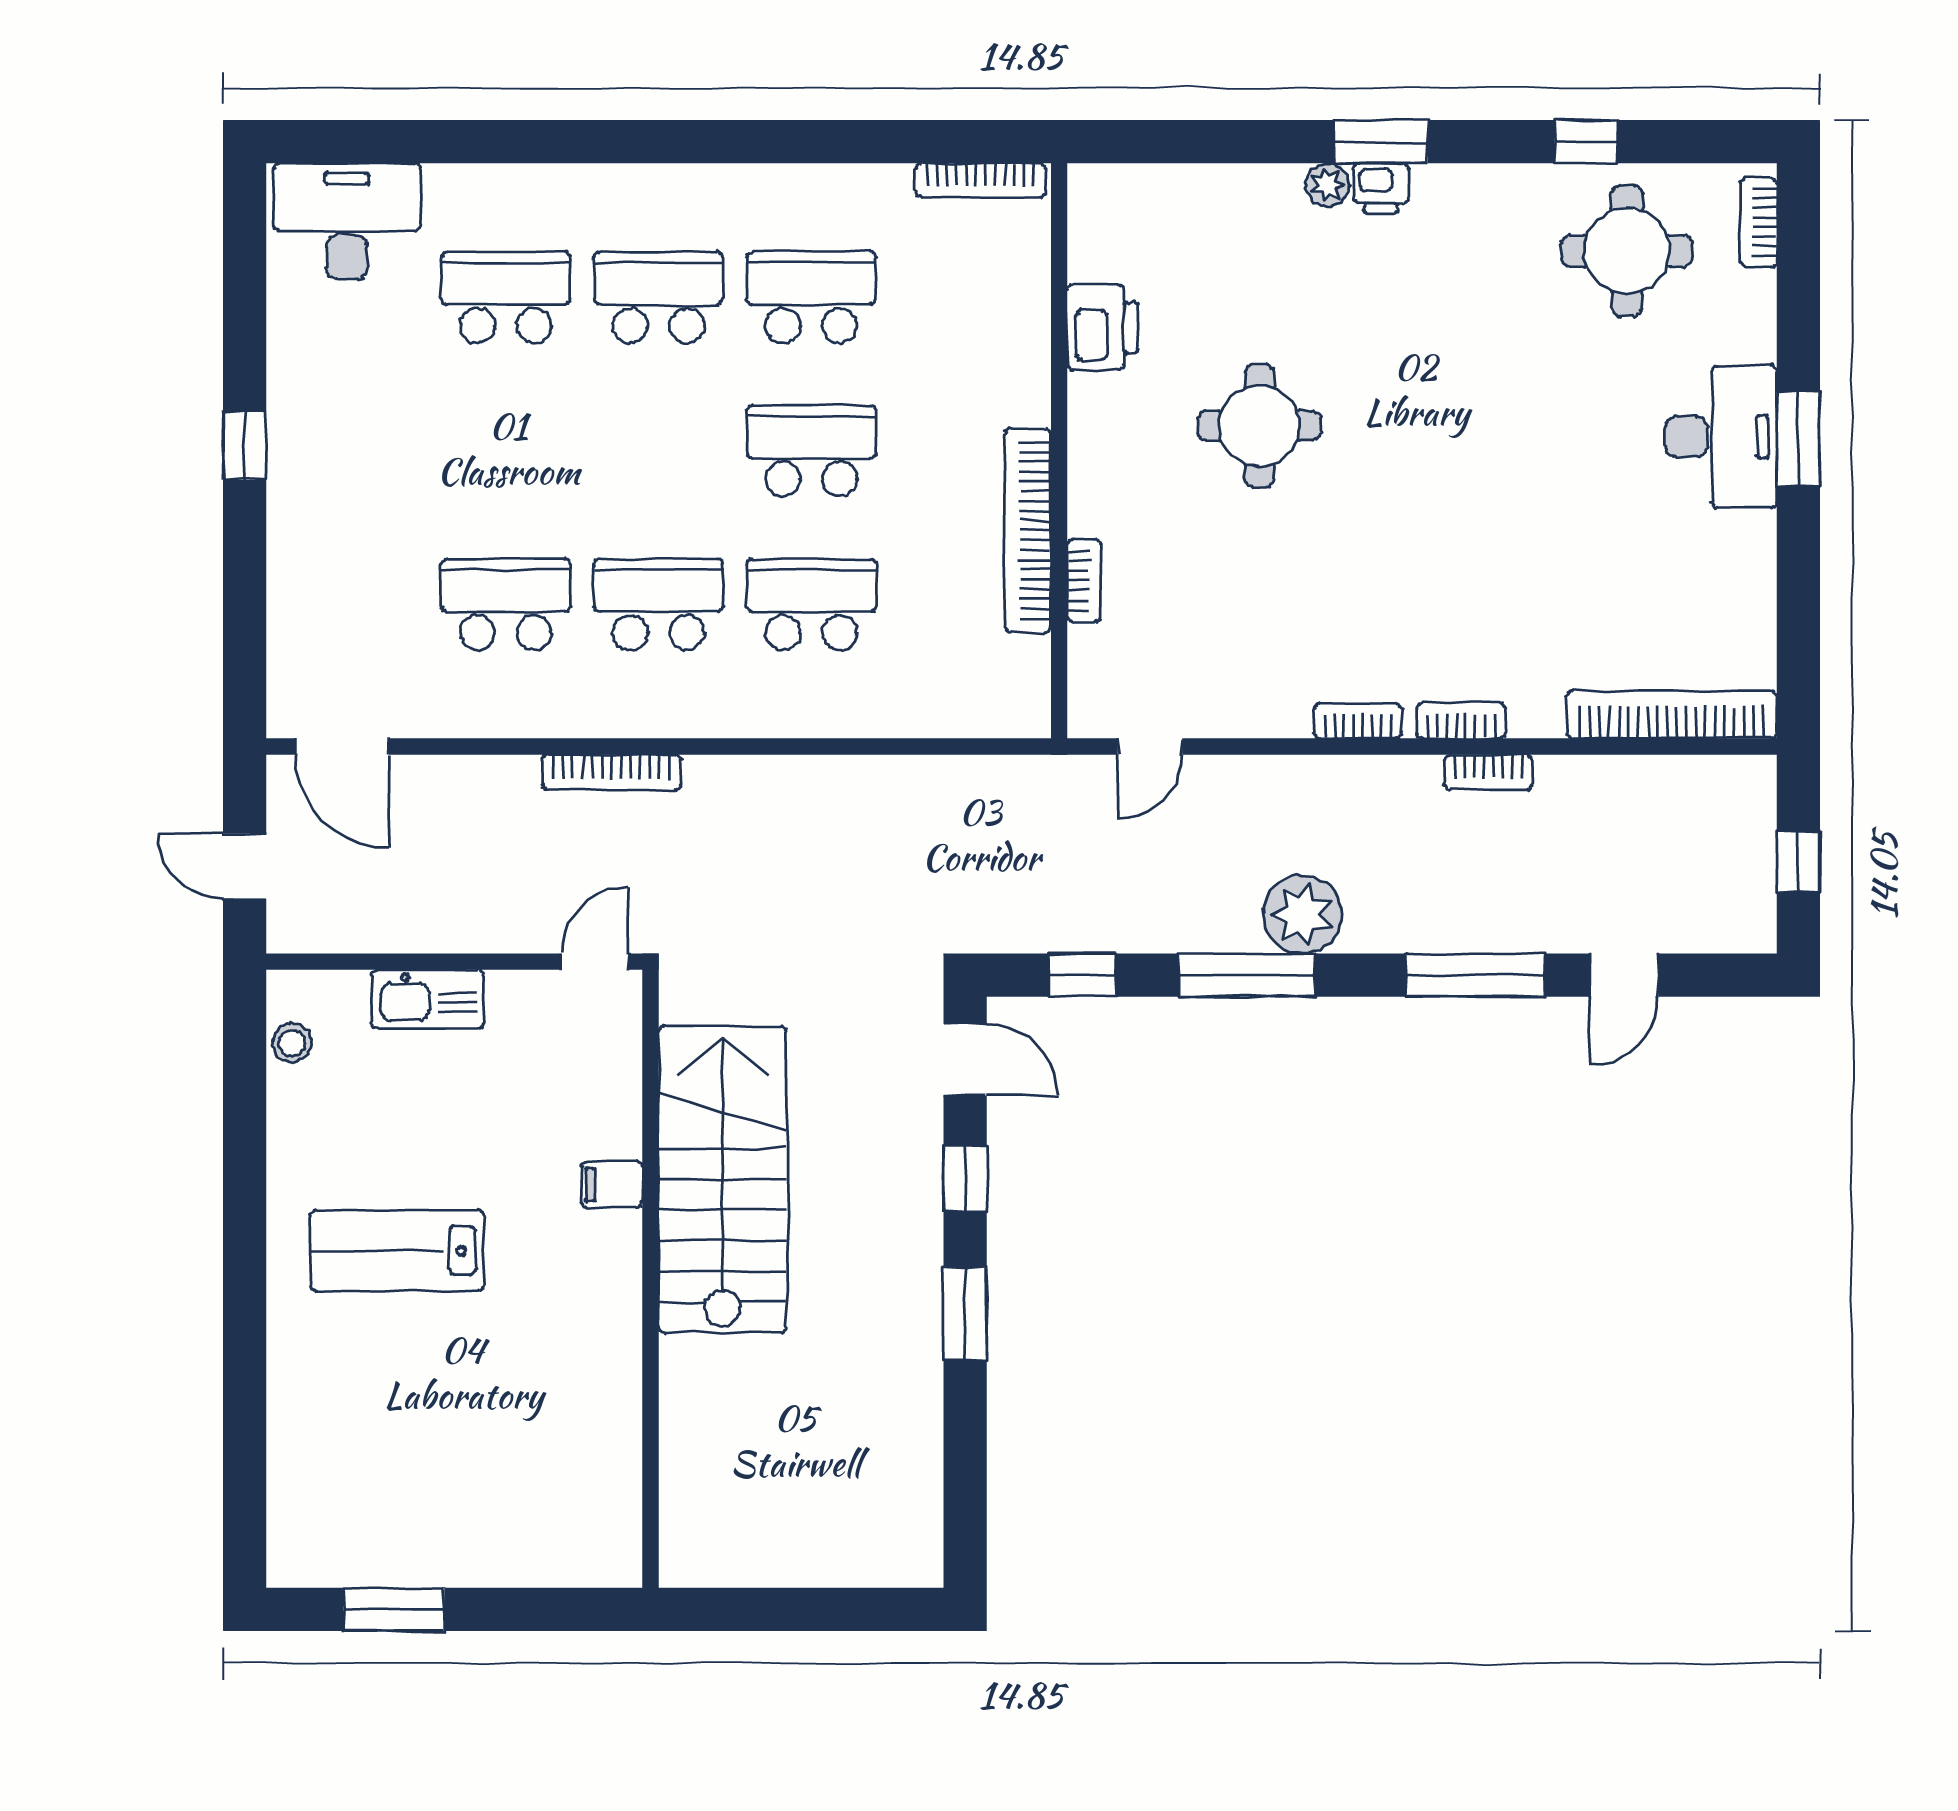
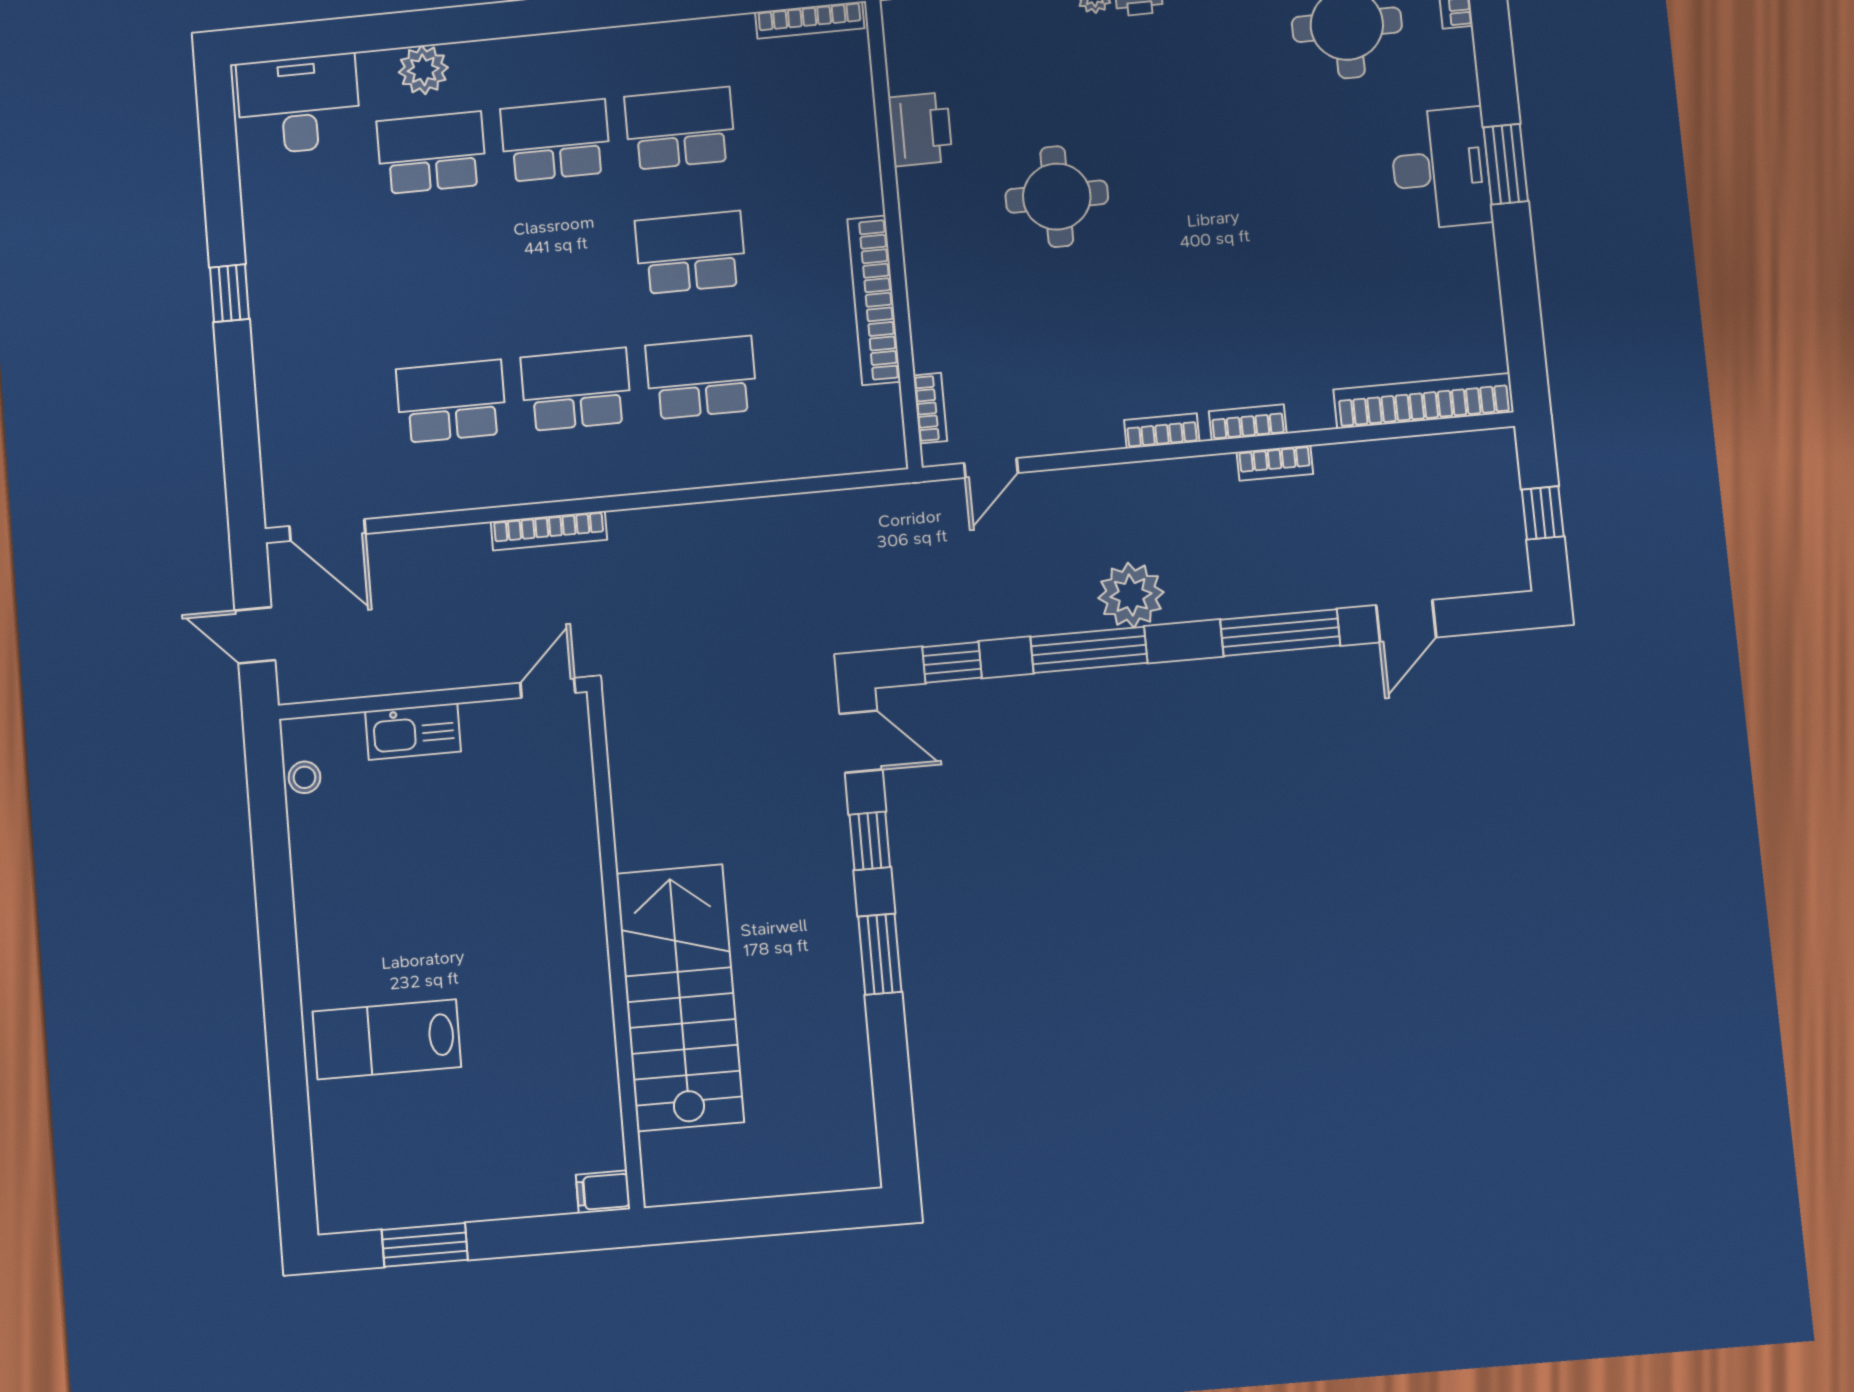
plant: (504, 194) -> (423, 70), added
bookcase: (1084, 581) -> (930, 408), moved
stairs: (722, 1179) -> (680, 998), moved
filing cabinet: (612, 1184) -> (603, 1192), moved
lab bench: (397, 1251) -> (387, 1039), moved

